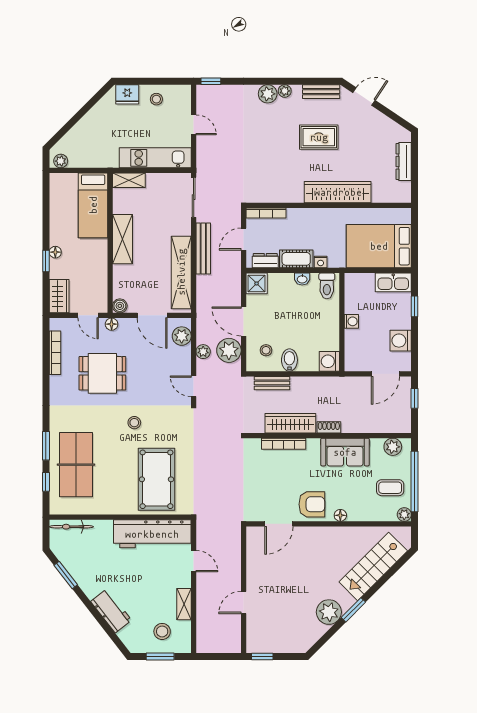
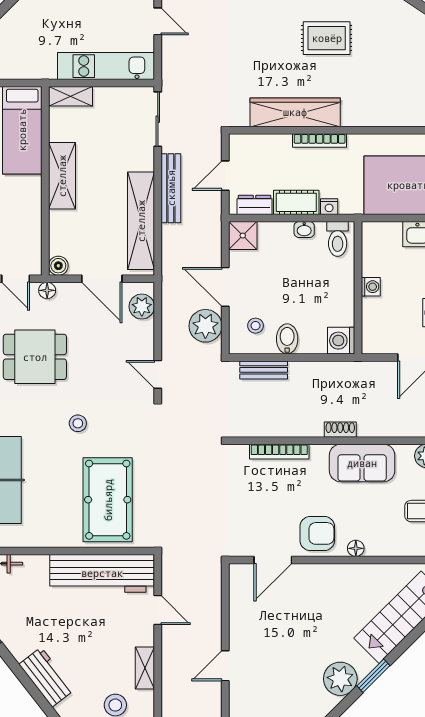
wardrobe: (338, 192) -> (295, 112), moved
bookcase: (266, 213) -> (320, 141), moved
plant: (203, 352) -> (171, 327), removed
wardrobe: (290, 423) -> (288, 424), removed

